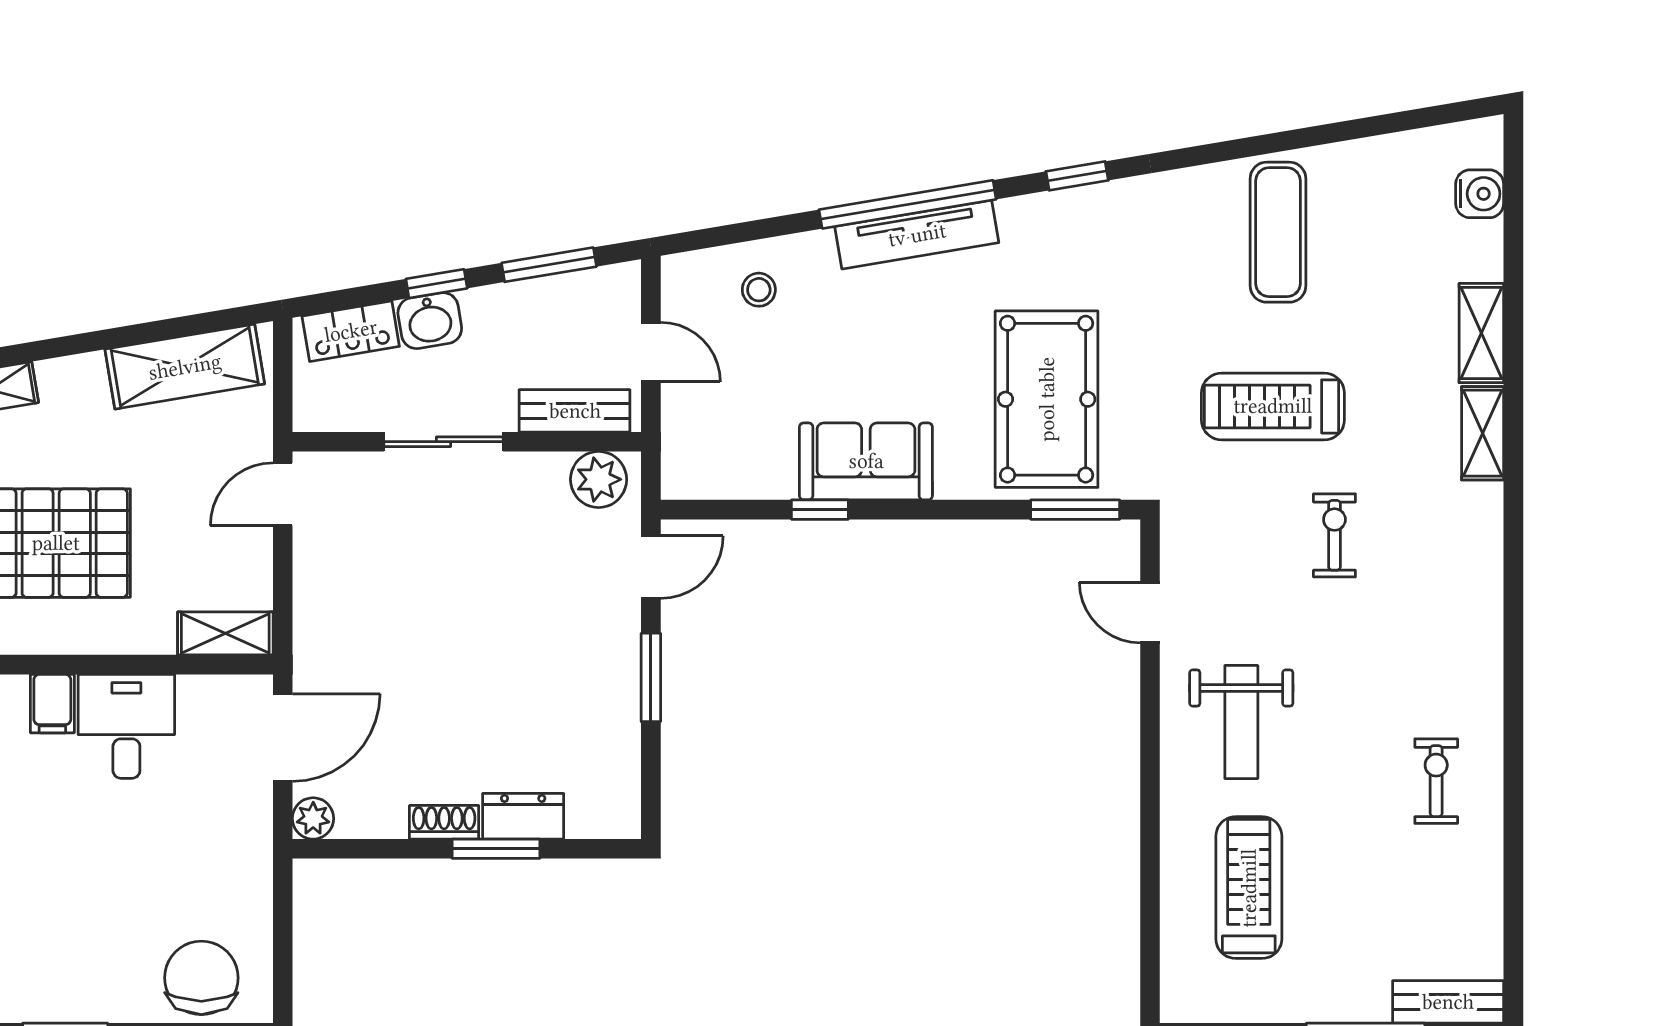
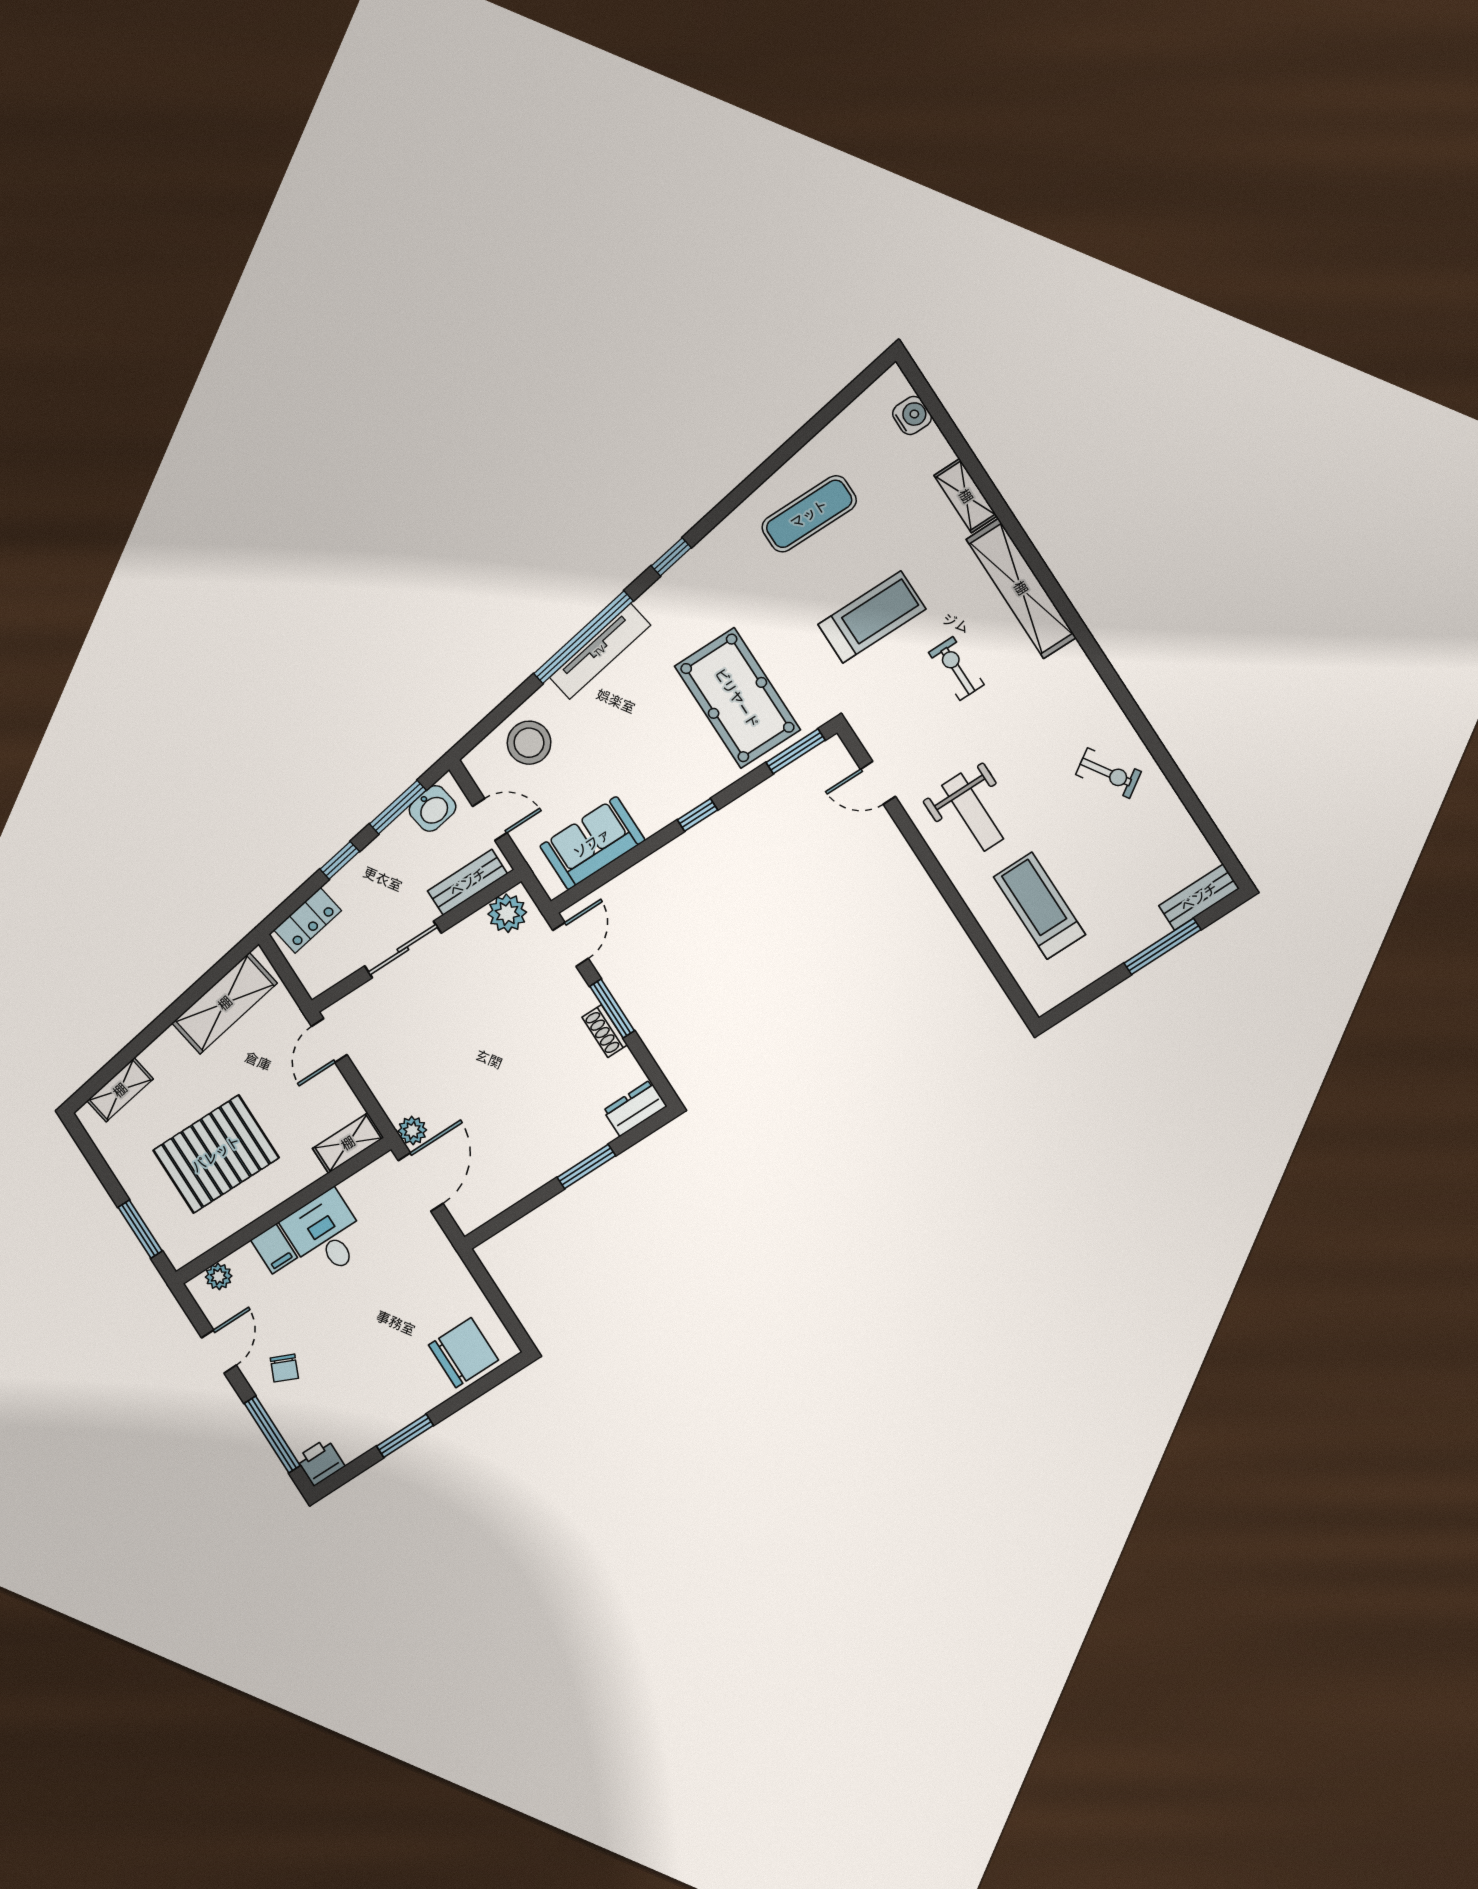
exercise mat: (1278, 232) -> (809, 514), turned 90
stool: (759, 290) -> (529, 743), width x1.89, depth x1.89
washbasin: (430, 321) -> (433, 808), moved
treadmill: (1273, 406) -> (872, 617), turned 180
shelving: (1483, 433) -> (1021, 588), width x2.20, depth x1.33
sofa: (866, 461) -> (592, 843), moved
window: (820, 510) -> (697, 815), moved
exercise bike: (1436, 781) -> (1108, 773), turned 147
dresser: (523, 816) -> (635, 1108), moved
plant: (313, 818) -> (412, 1130), moved
shoe rack: (444, 822) -> (605, 1031), moved, turned -90
chair: (201, 978) -> (464, 1353), turned 90

